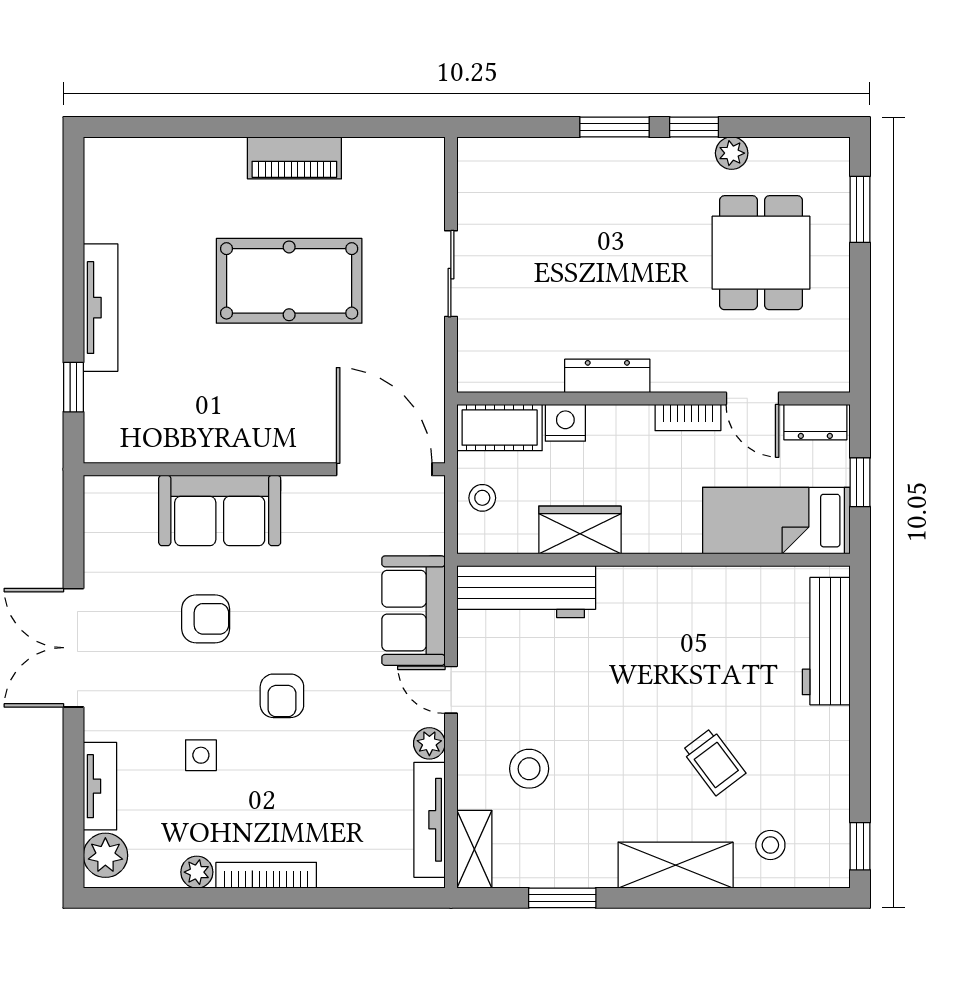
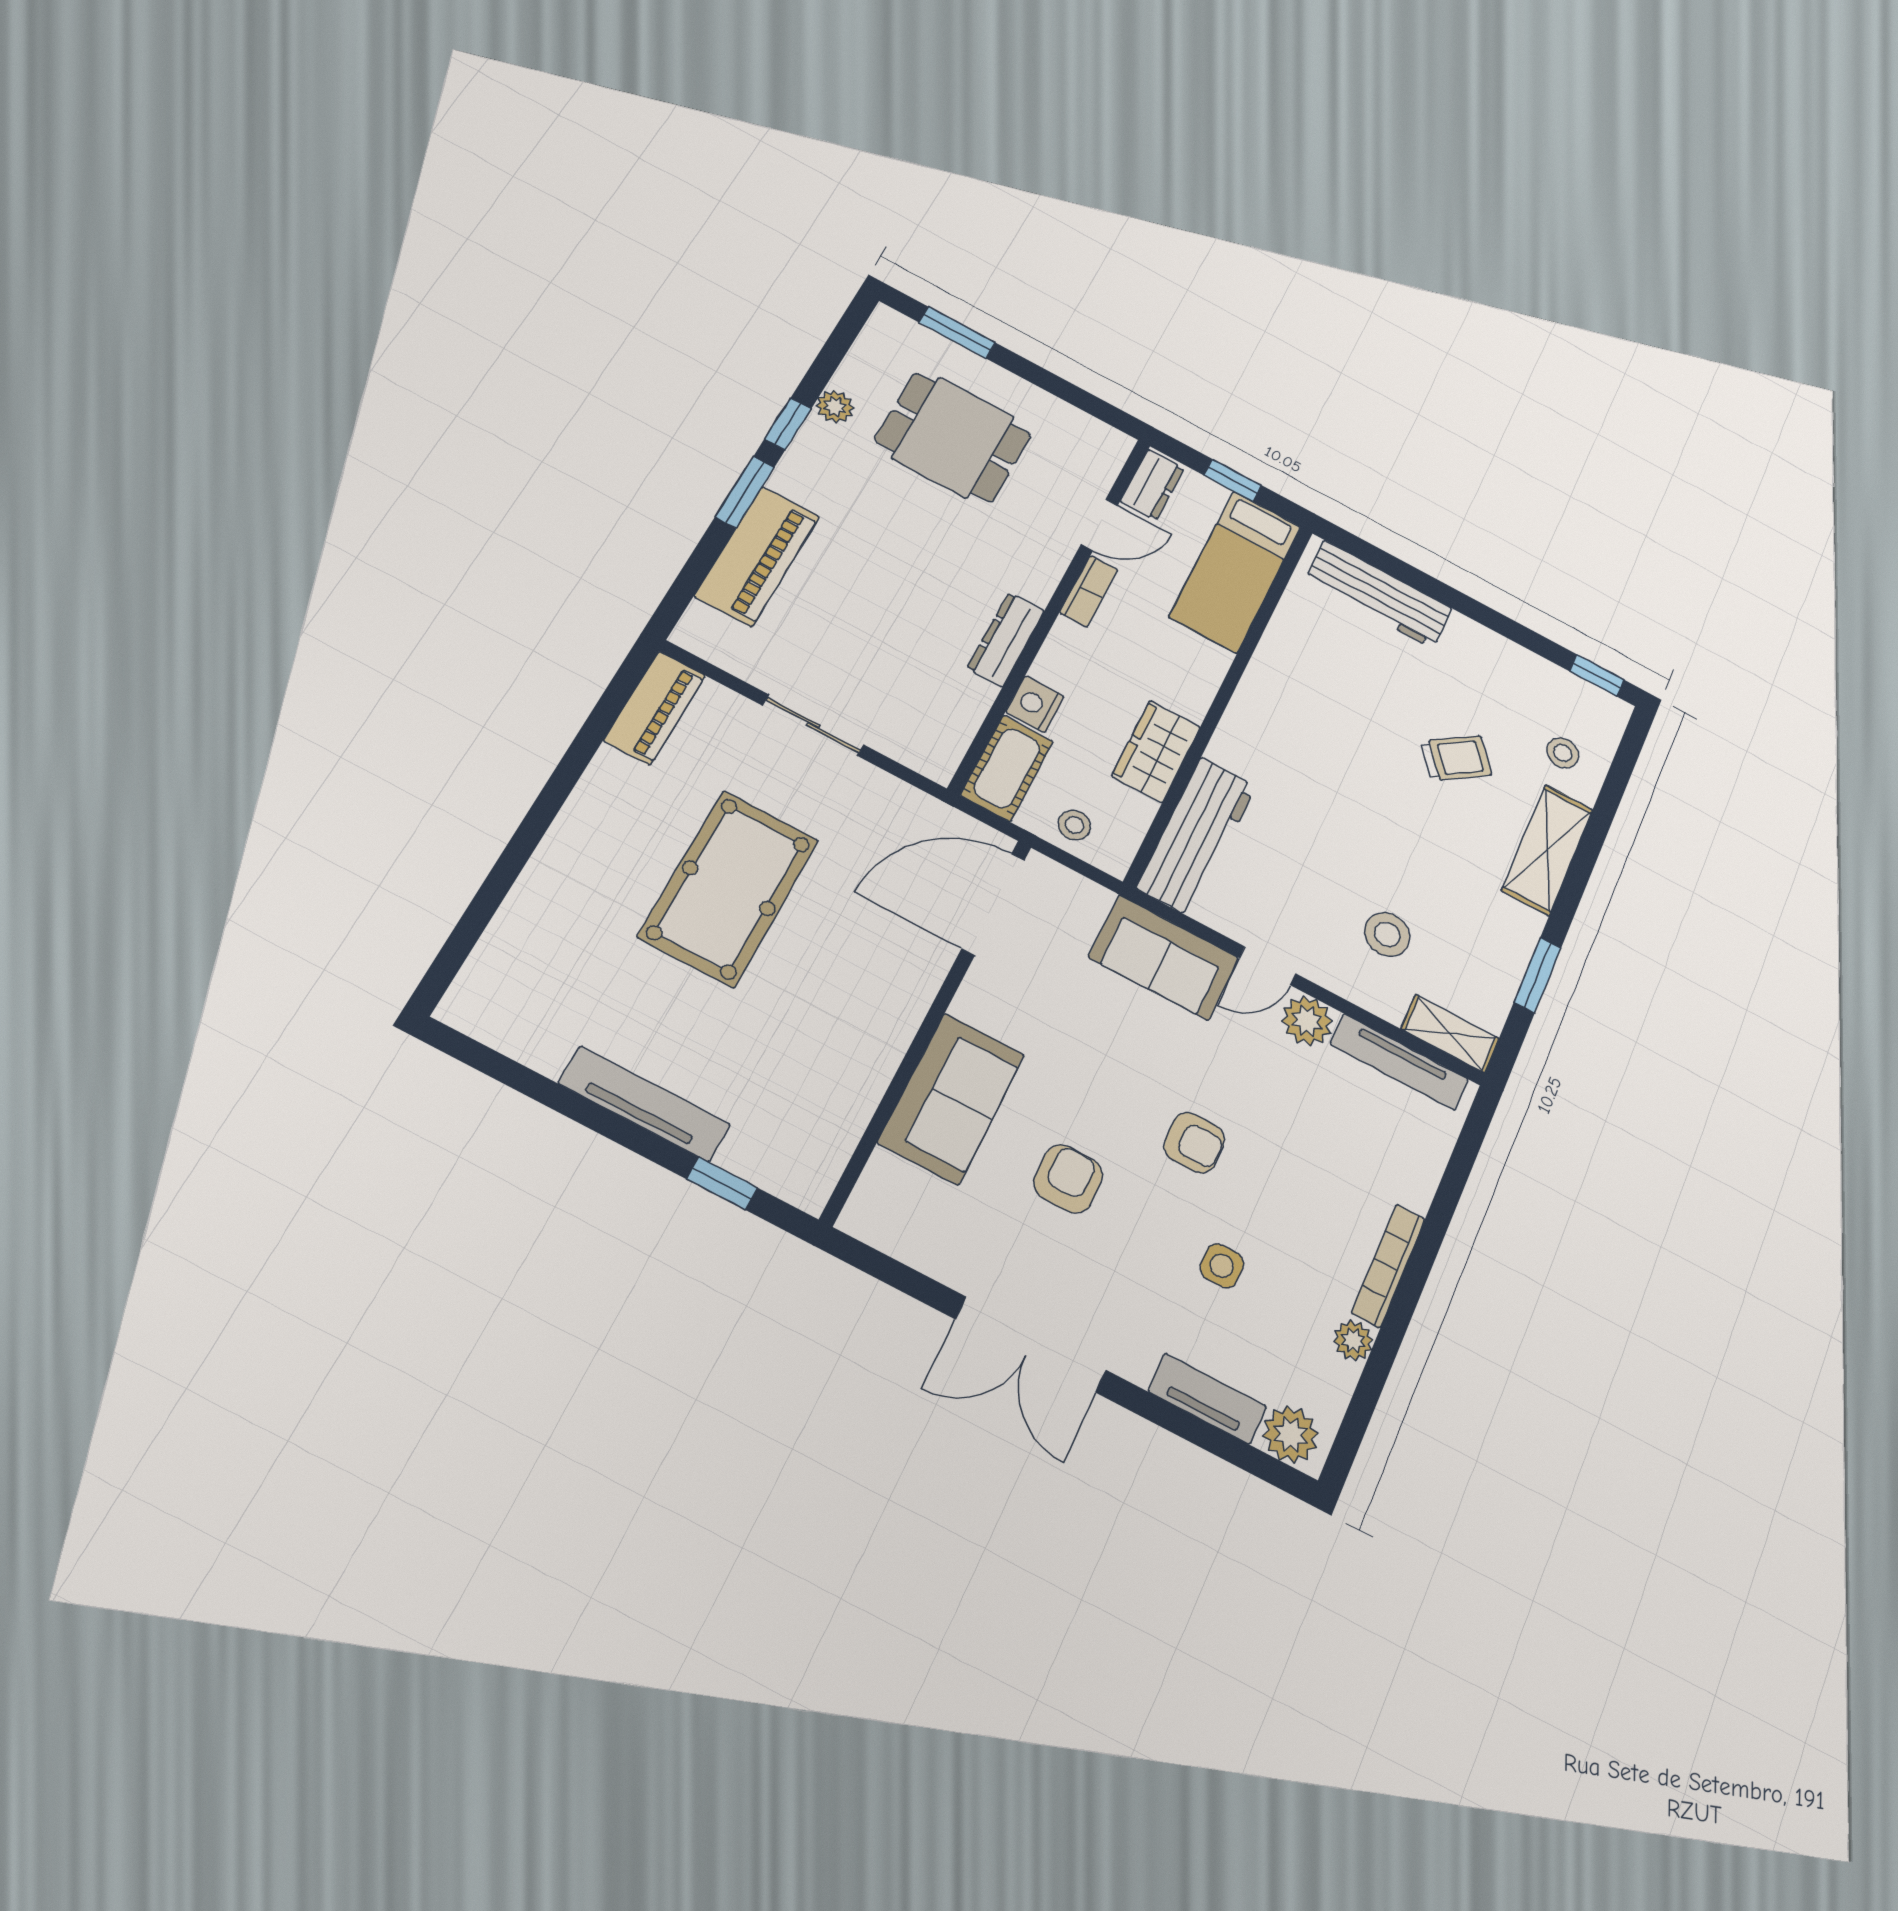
piano: (294, 158) -> (655, 708), moved
piano: (566, 164) -> (757, 556), added
plant: (429, 743) -> (1307, 1021), width x1.38, depth x1.38

